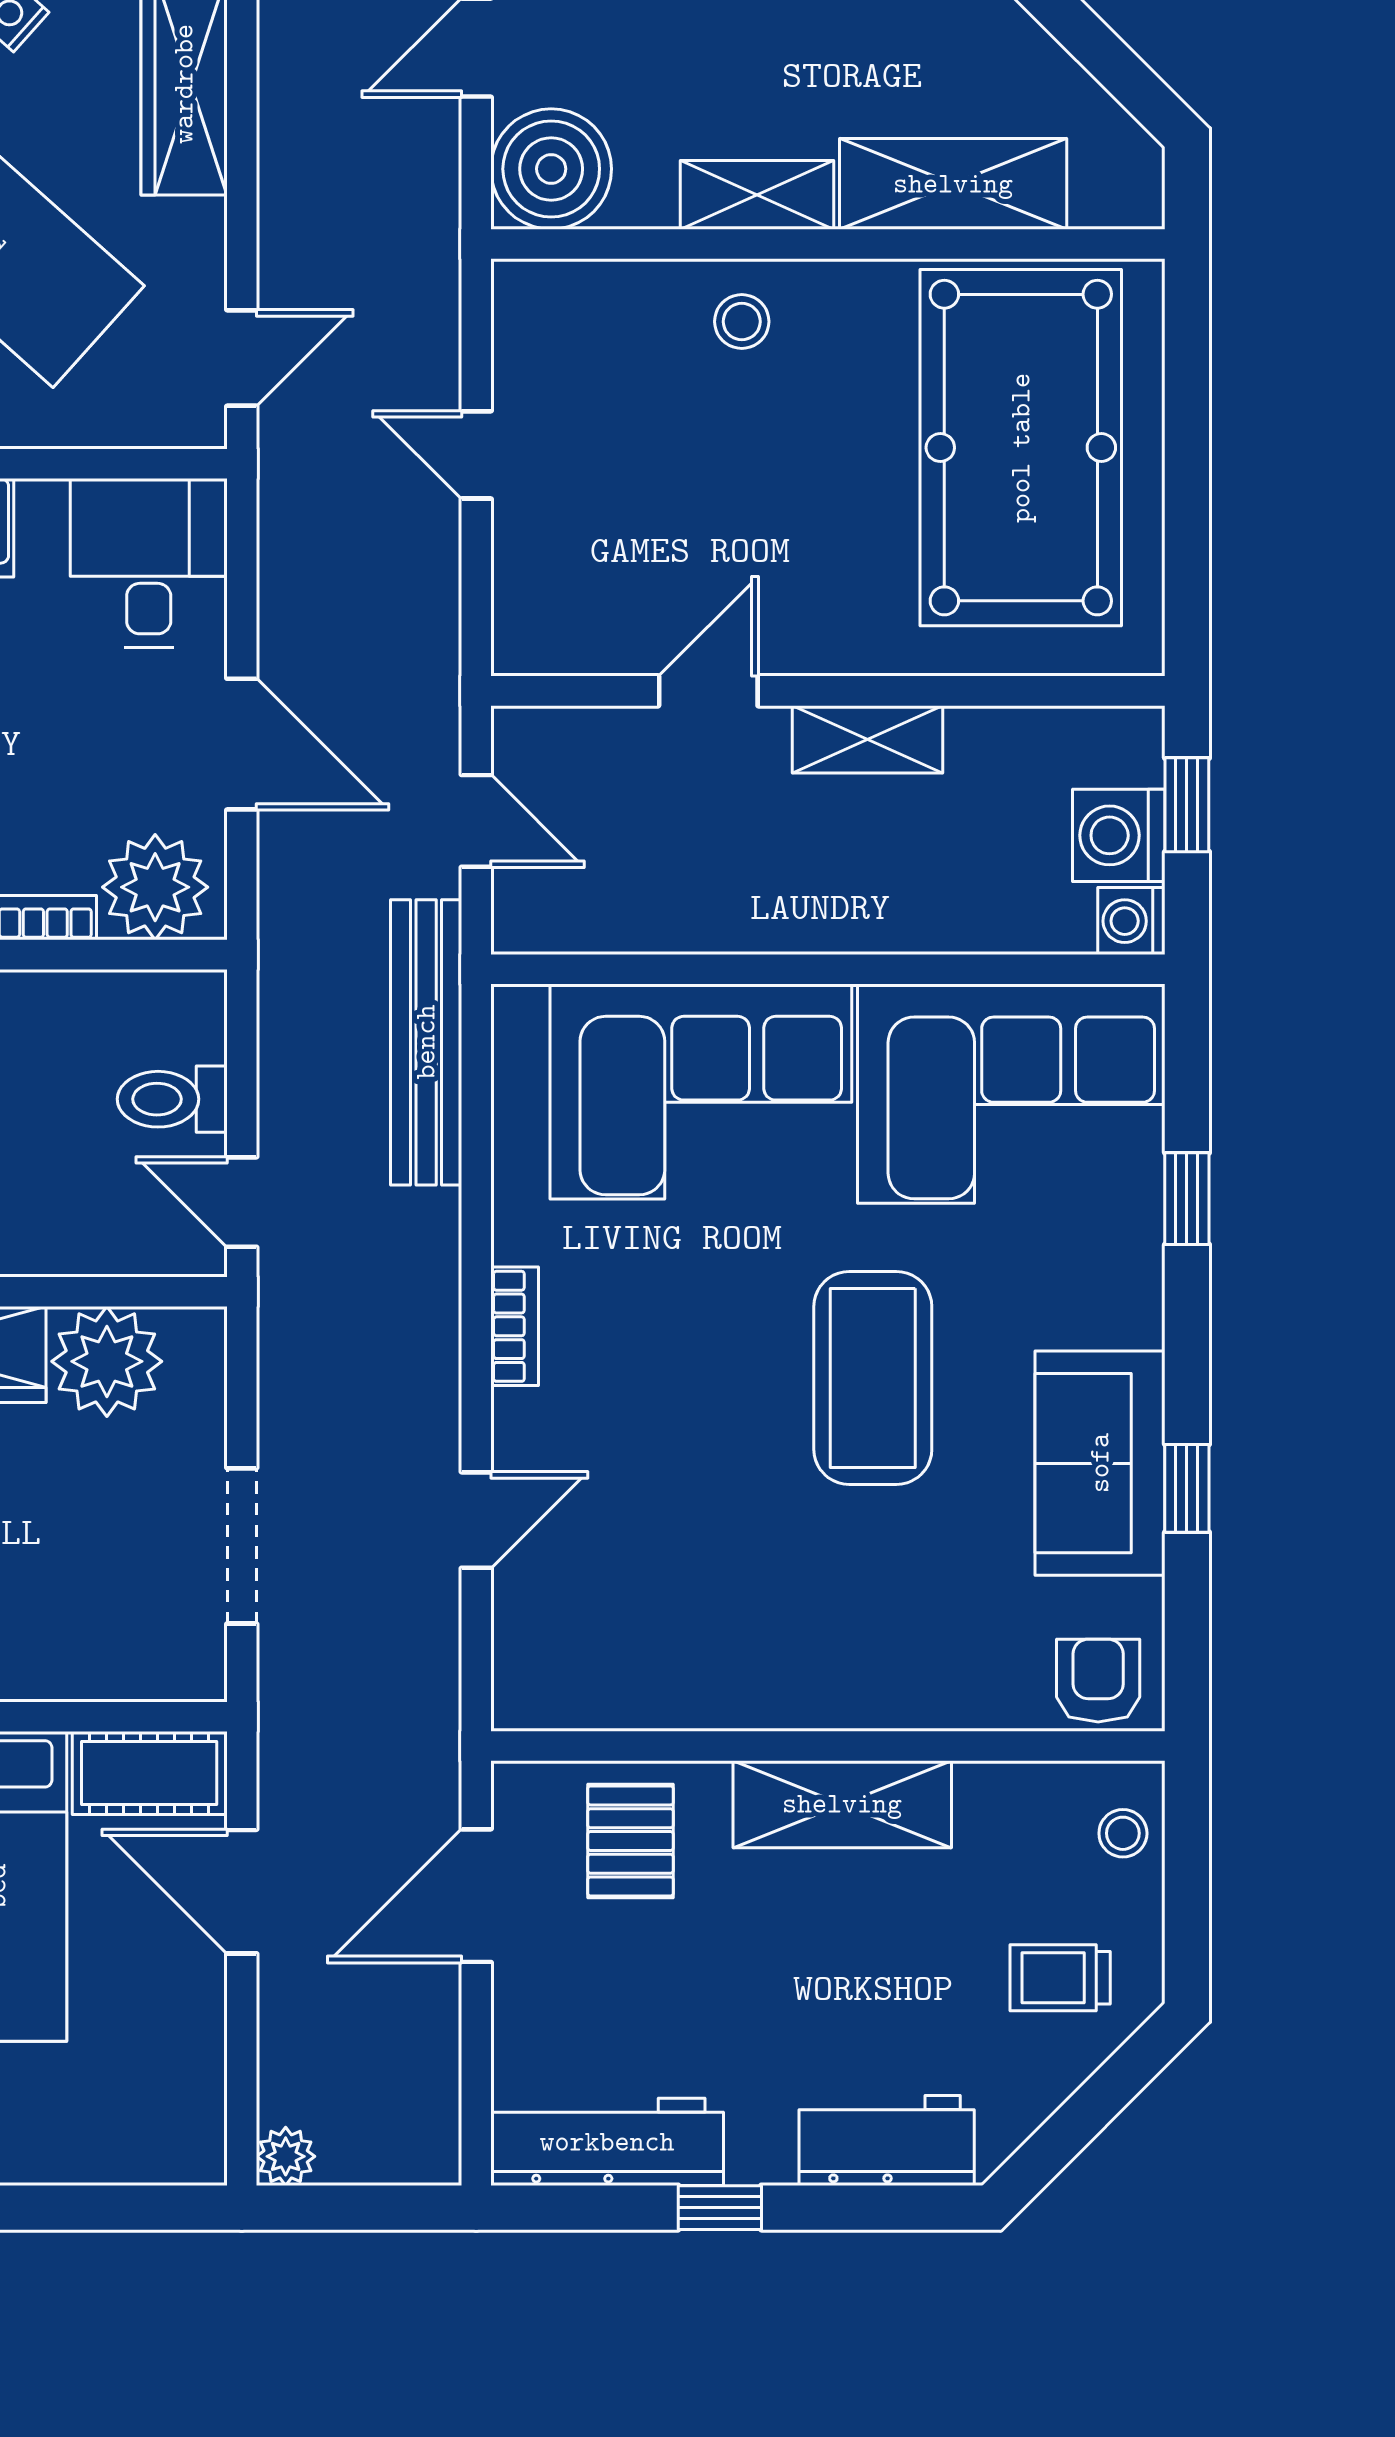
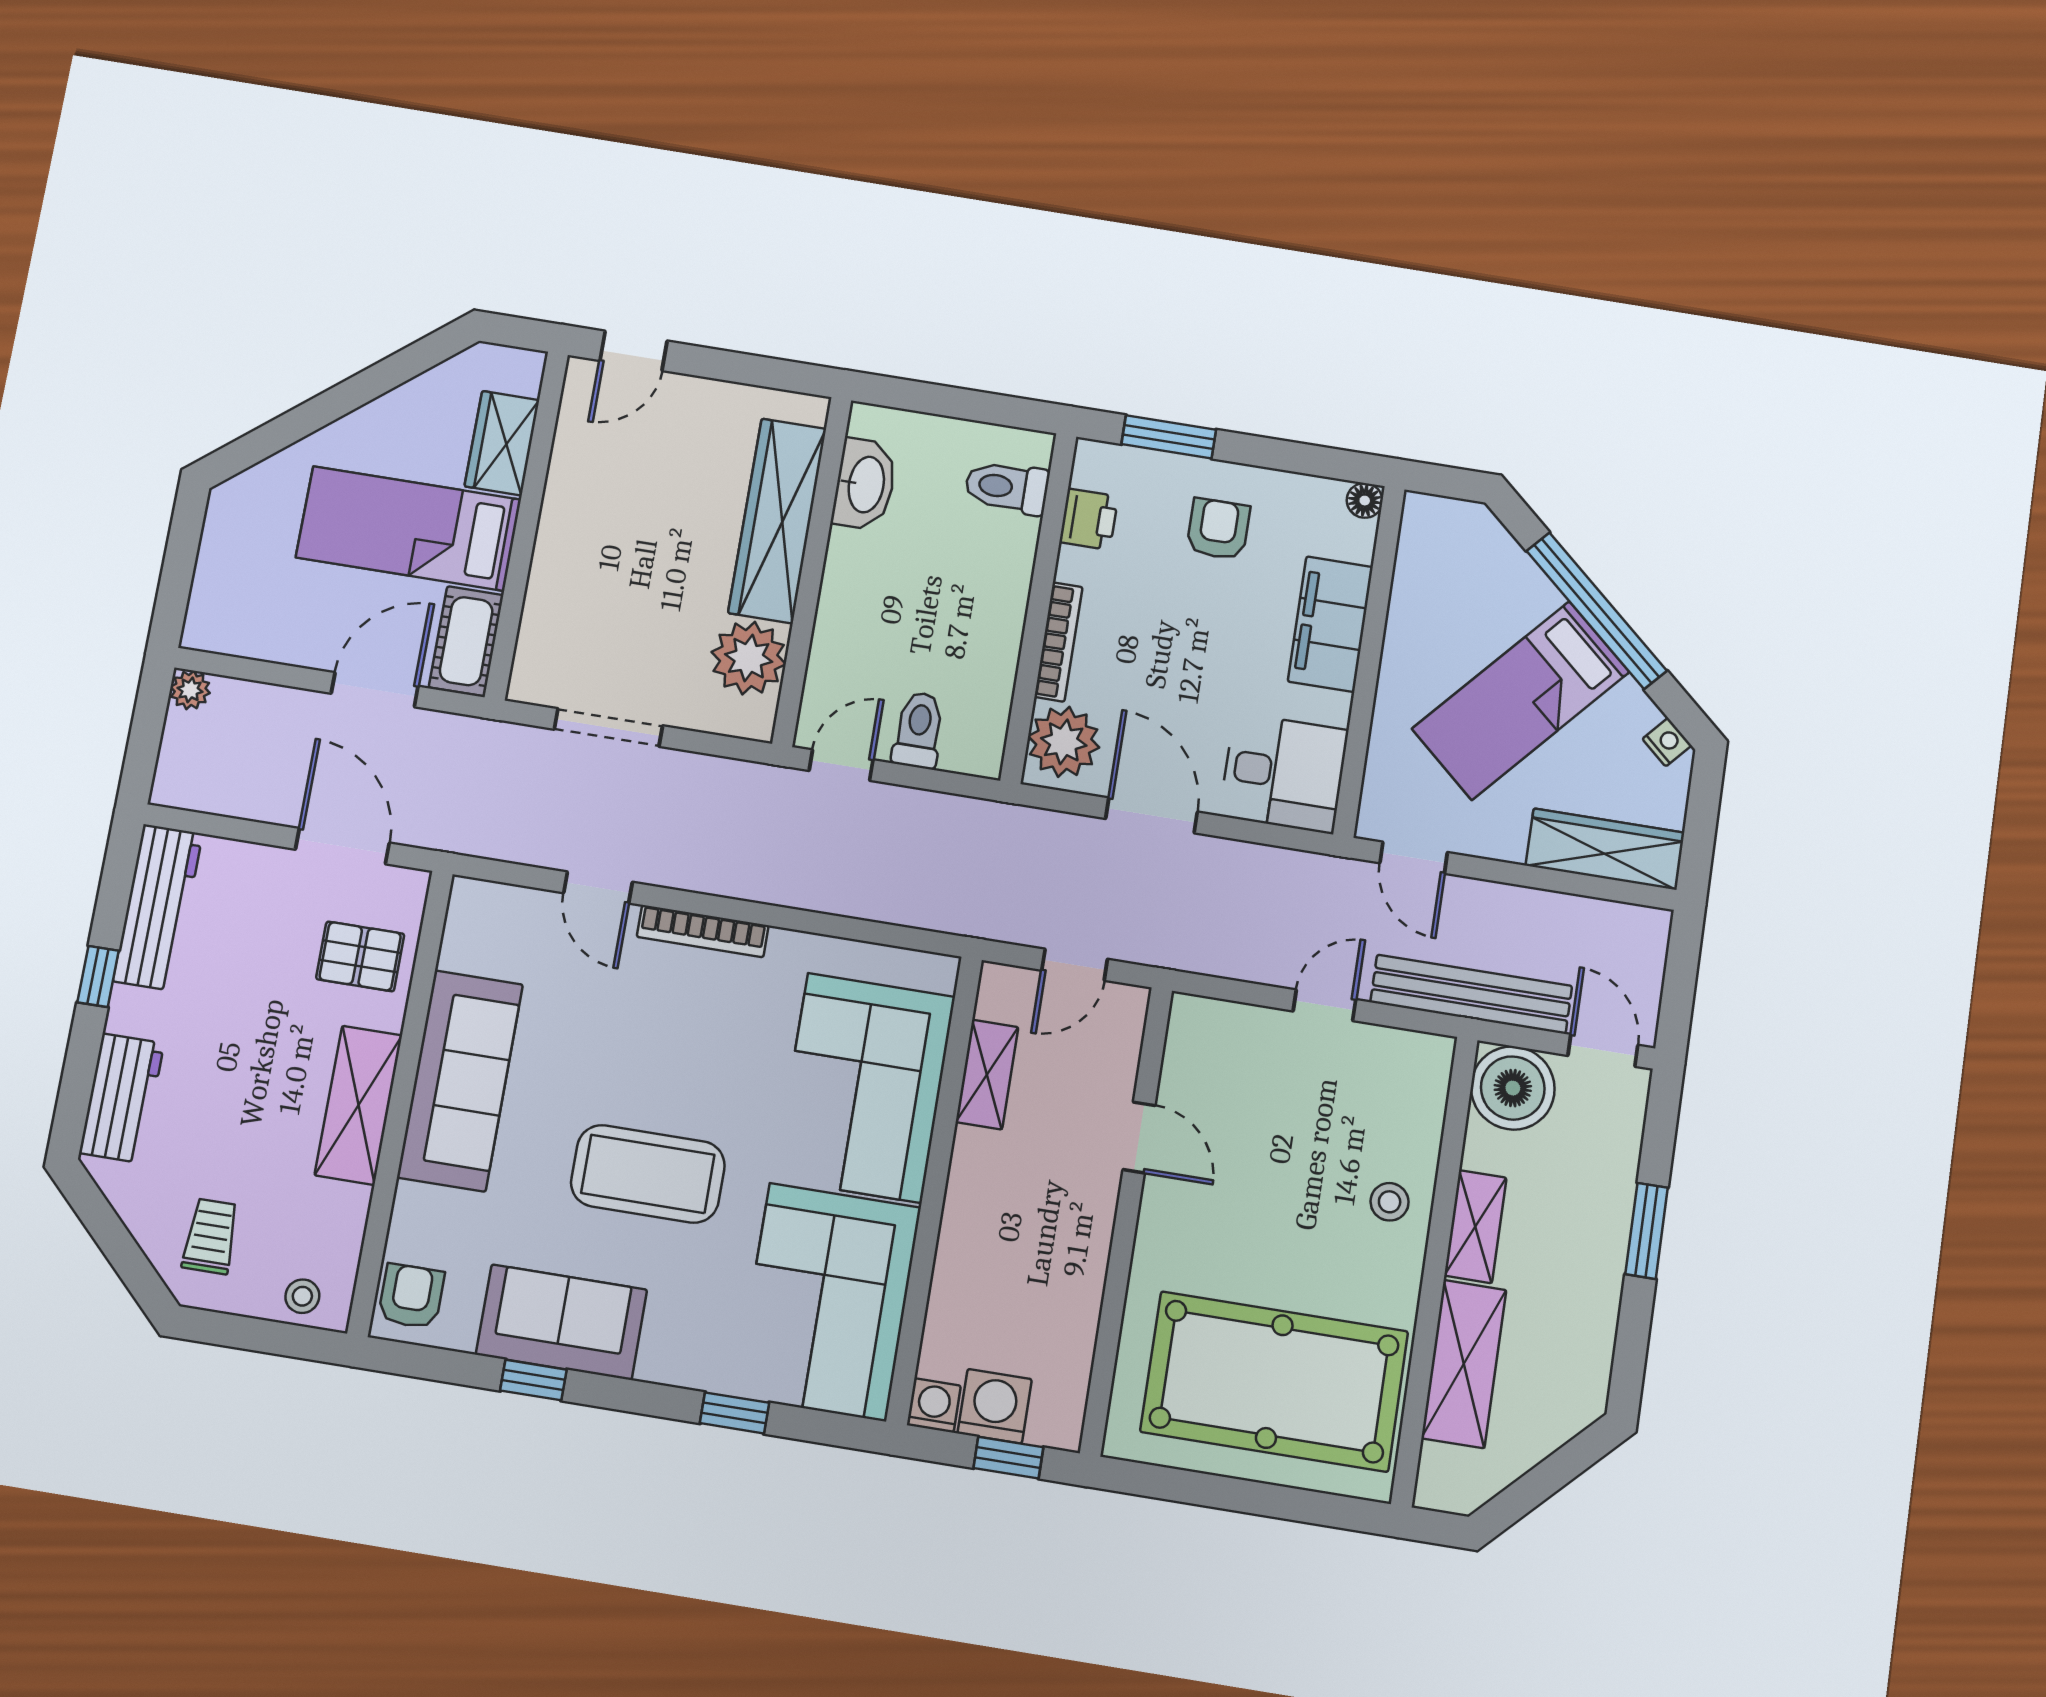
shelving: (867, 739) -> (987, 1075), moved
door: (242, 744) -> (1152, 815), swing flipped
bench: (426, 1042) -> (1471, 994), moved
bookcase: (515, 1326) -> (703, 931), width x1.56
sofa: (784, 1667) -> (460, 1081), added
armchair: (1098, 1681) -> (411, 1296), turned -90

